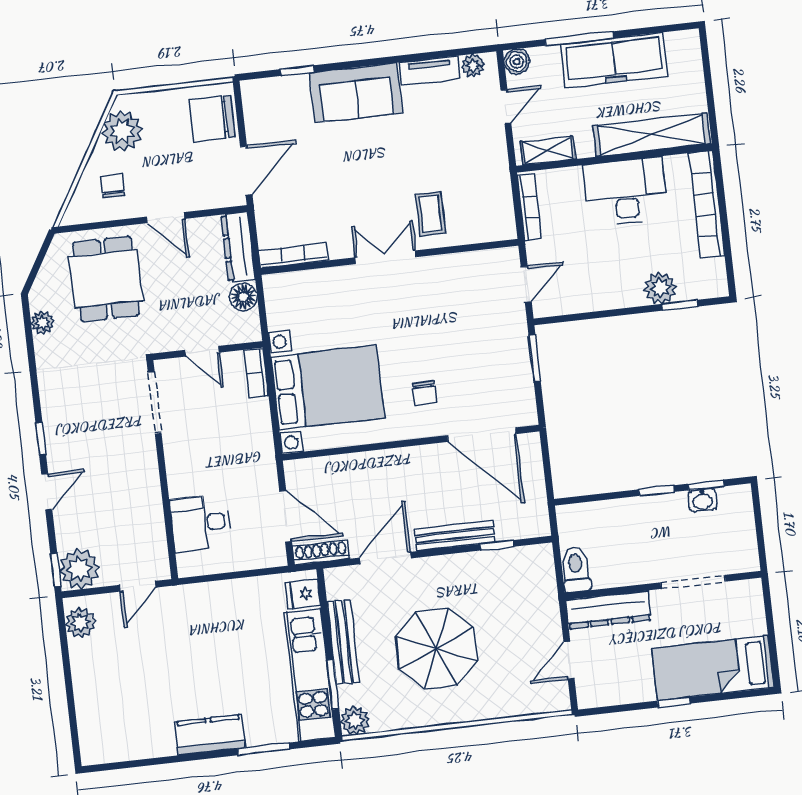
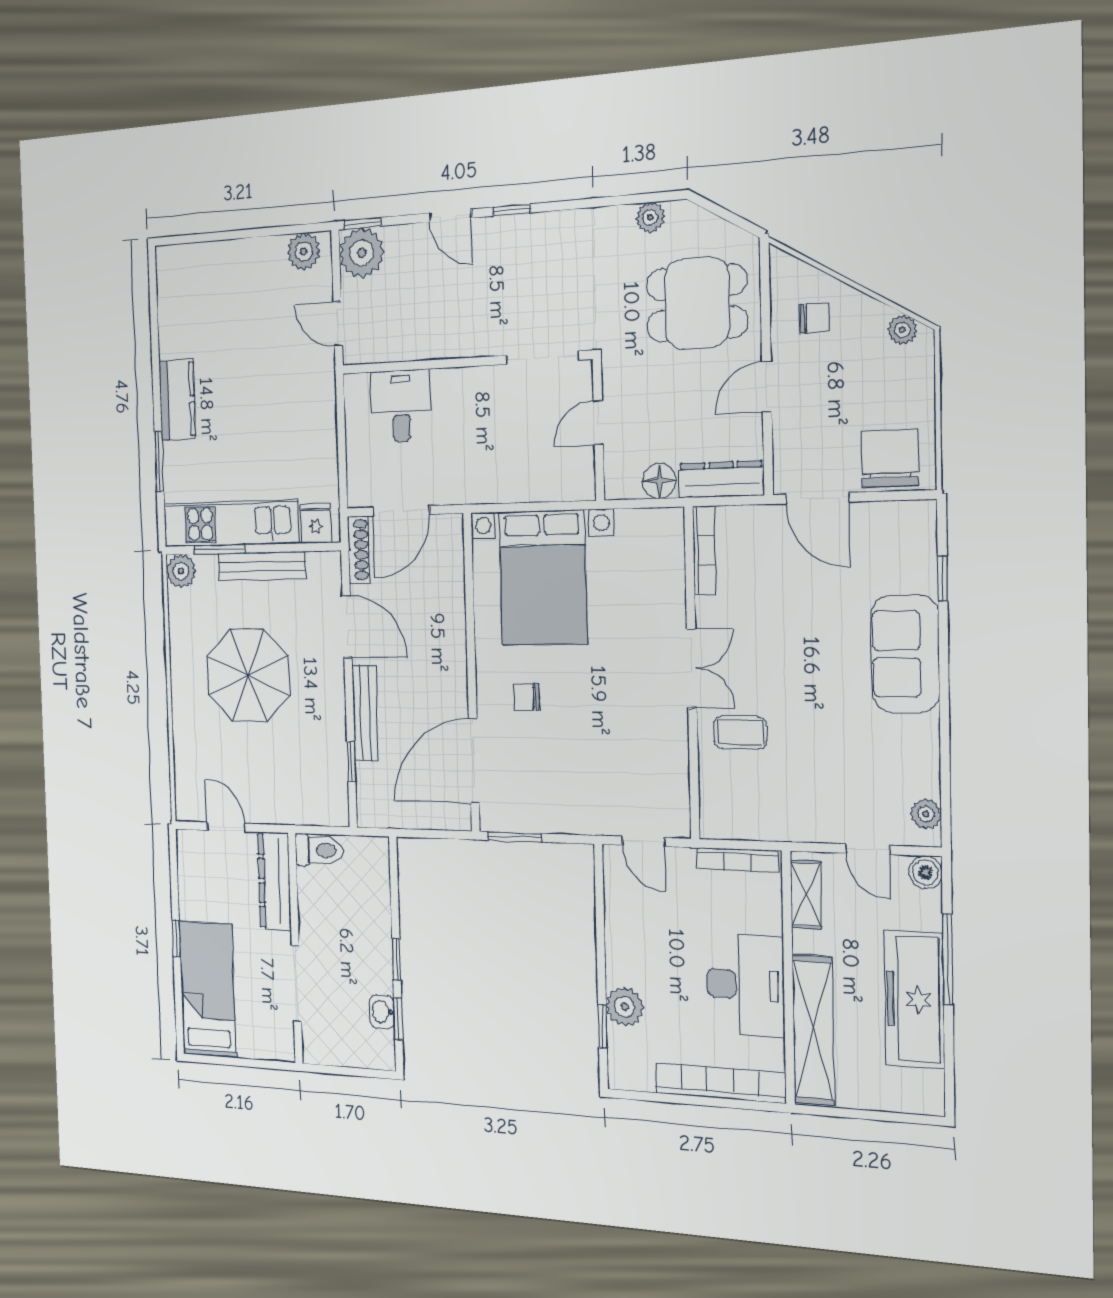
tv unit: (430, 70) -> (925, 756), removed
plant: (122, 131) -> (902, 330), width x0.53, depth x0.53
window: (535, 358) -> (514, 837), moved
bookcase: (256, 373) -> (567, 489), removed

